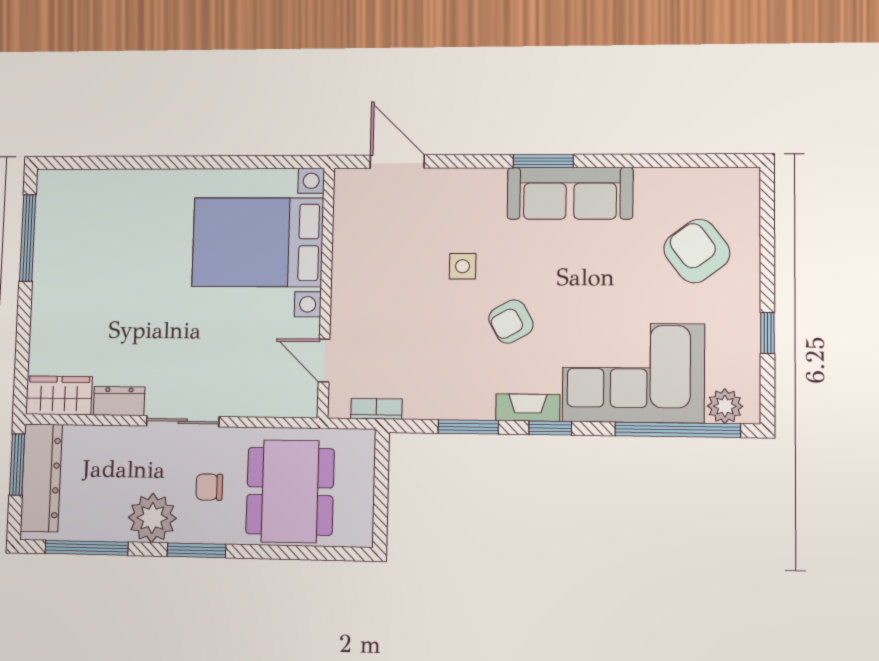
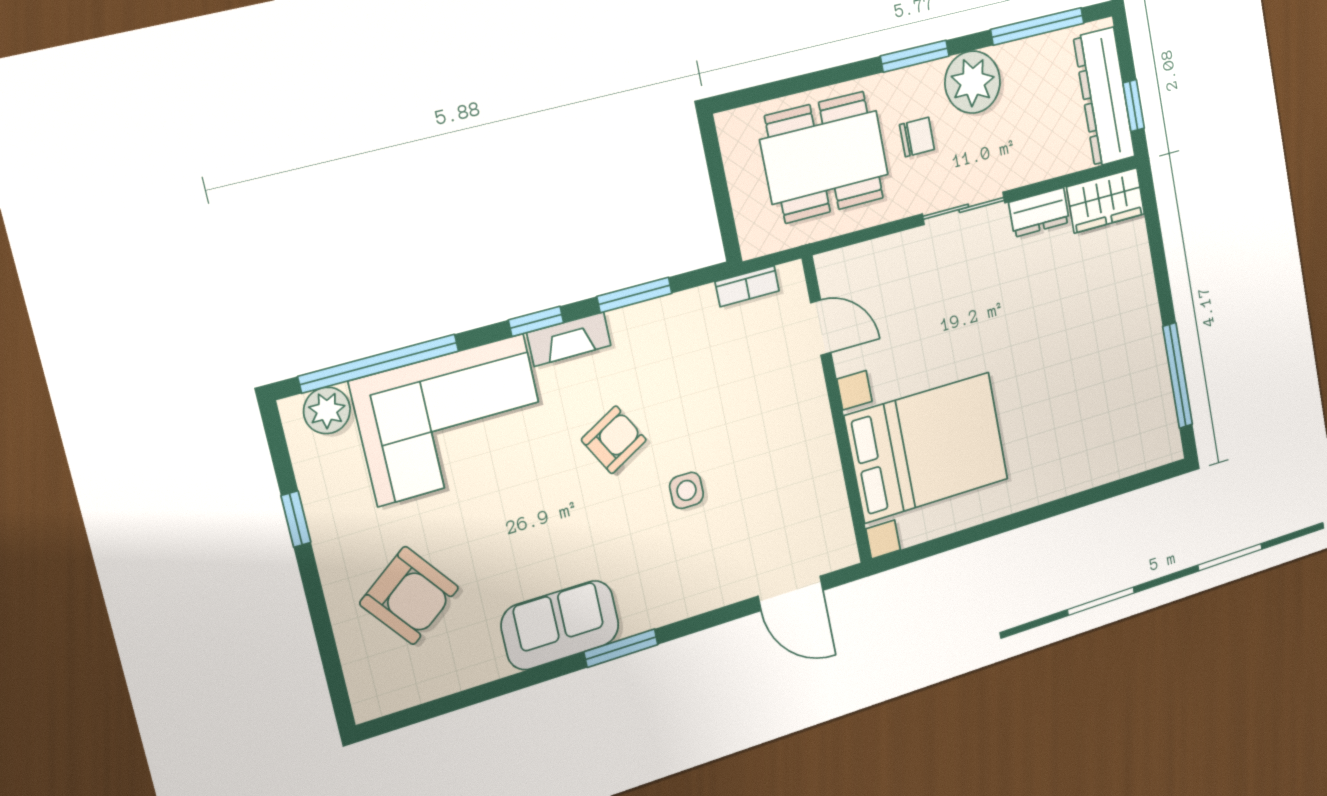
sofa: (570, 193) -> (560, 625), width x0.73
window: (17, 465) -> (1134, 106), width x0.67
dining table: (290, 491) -> (824, 157), turned 90

